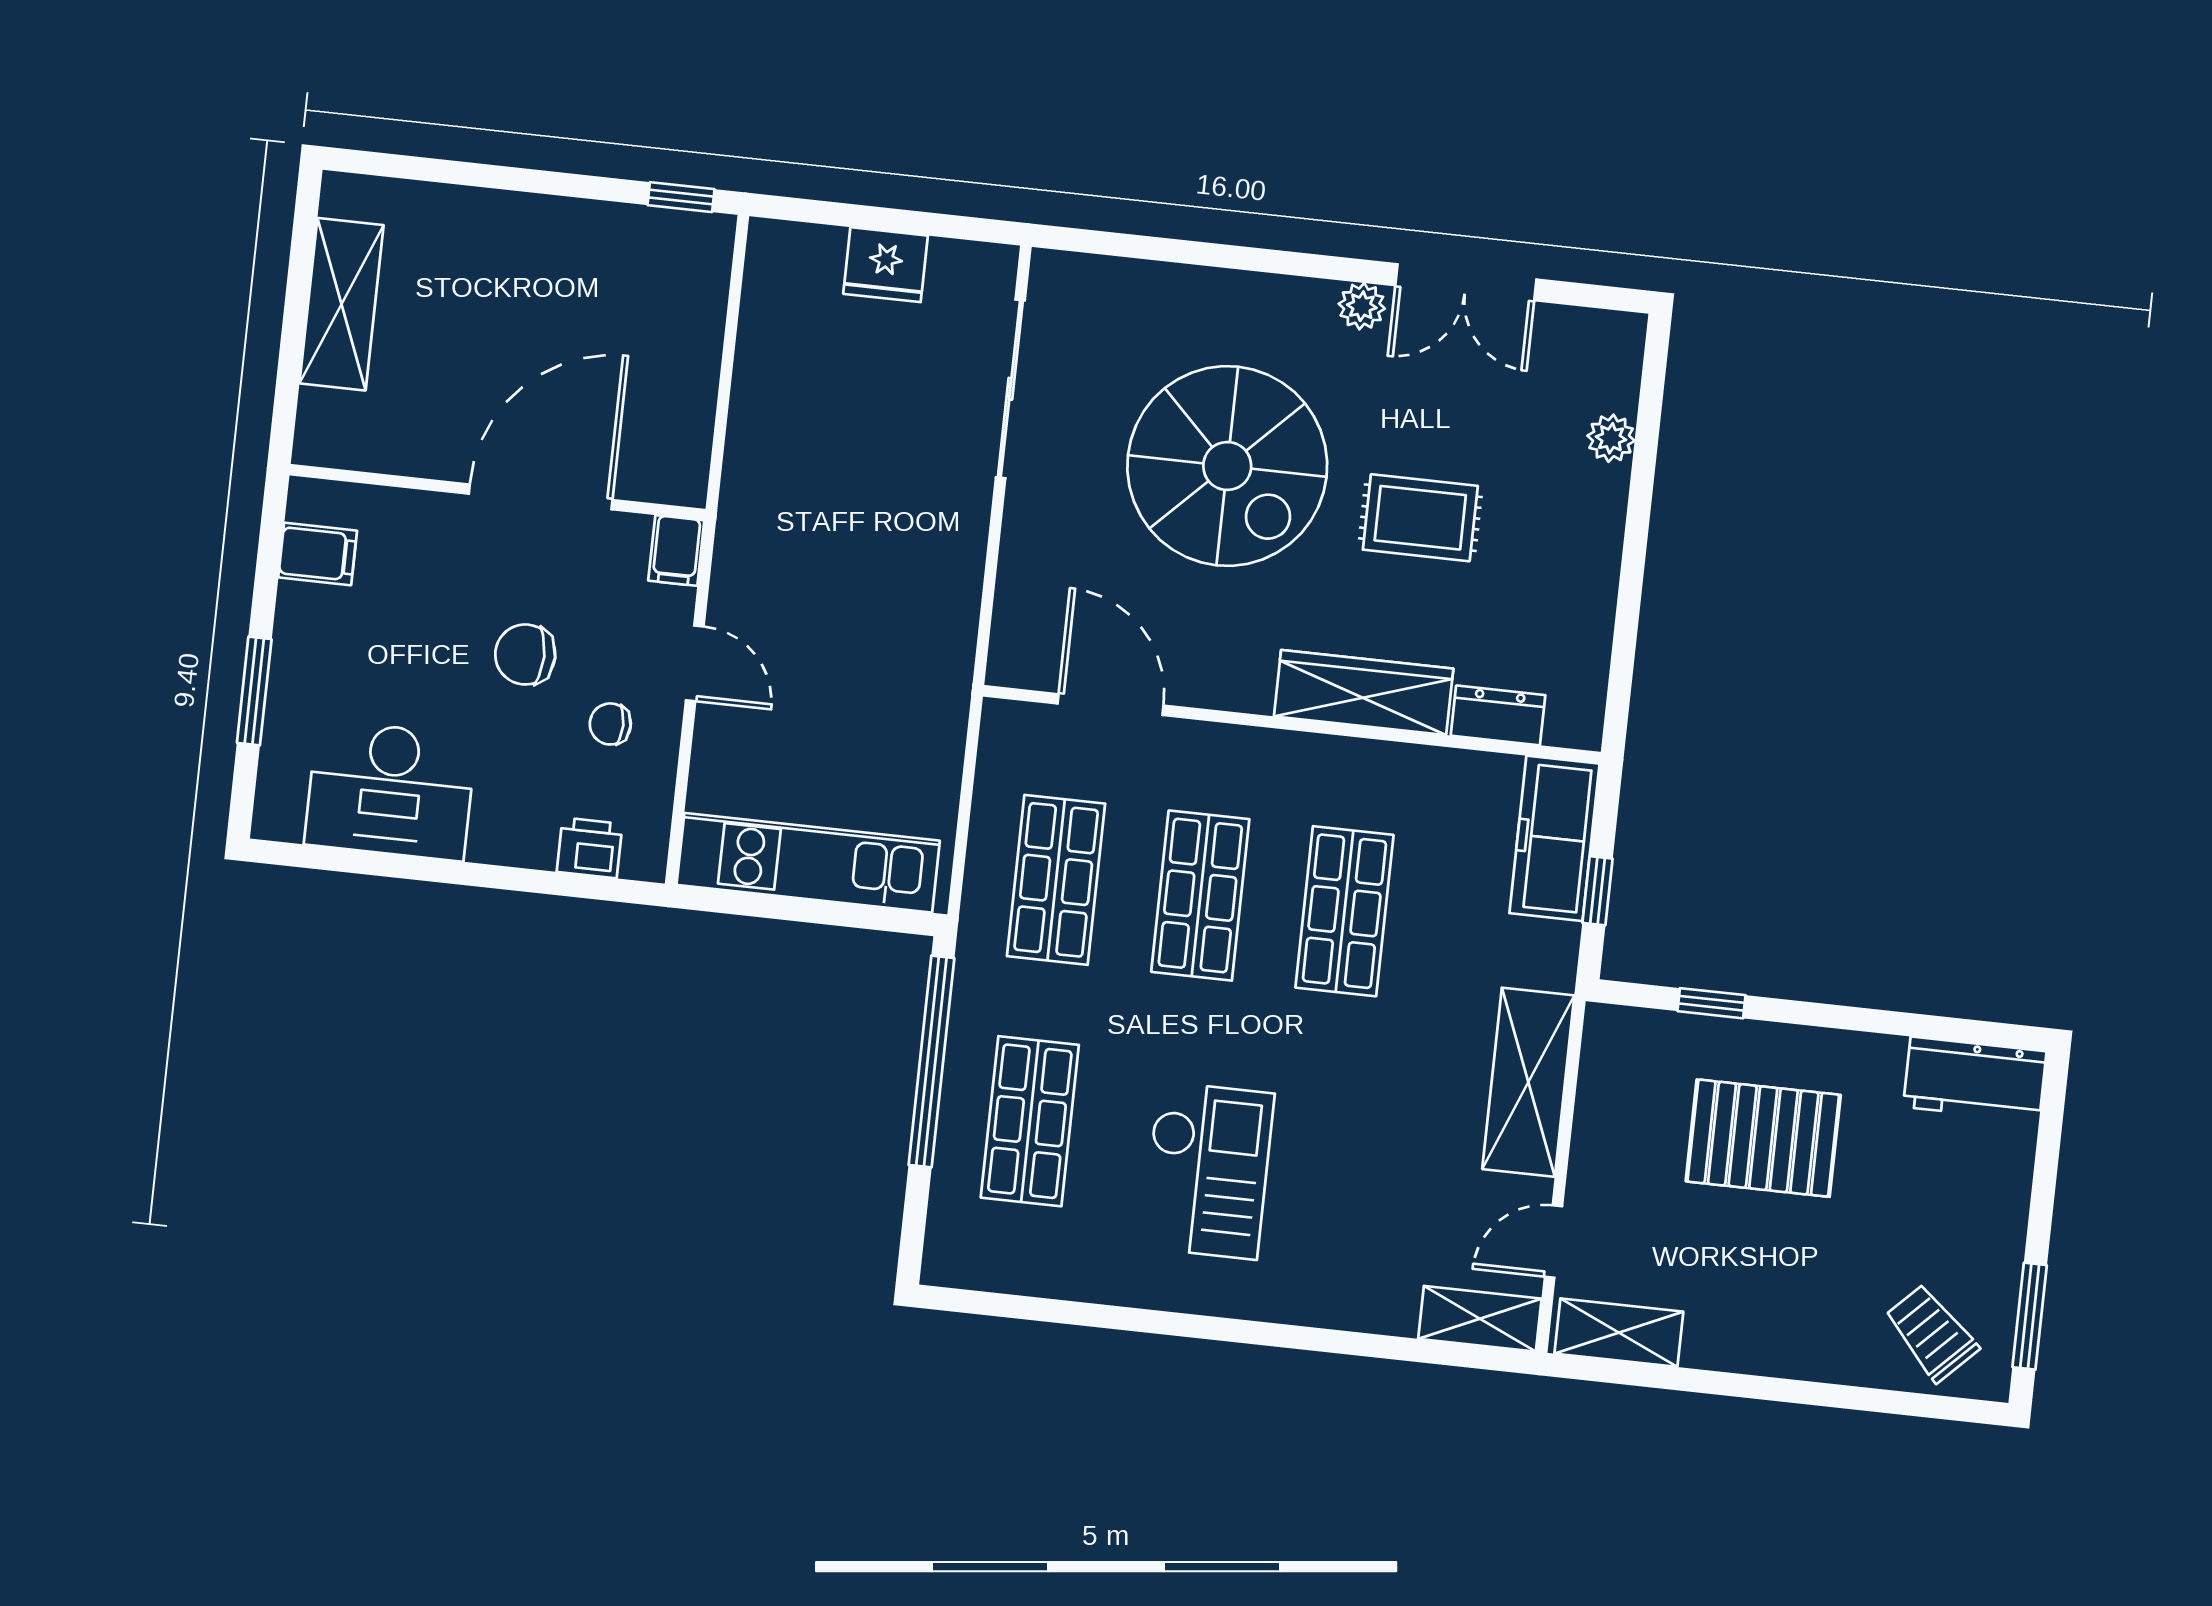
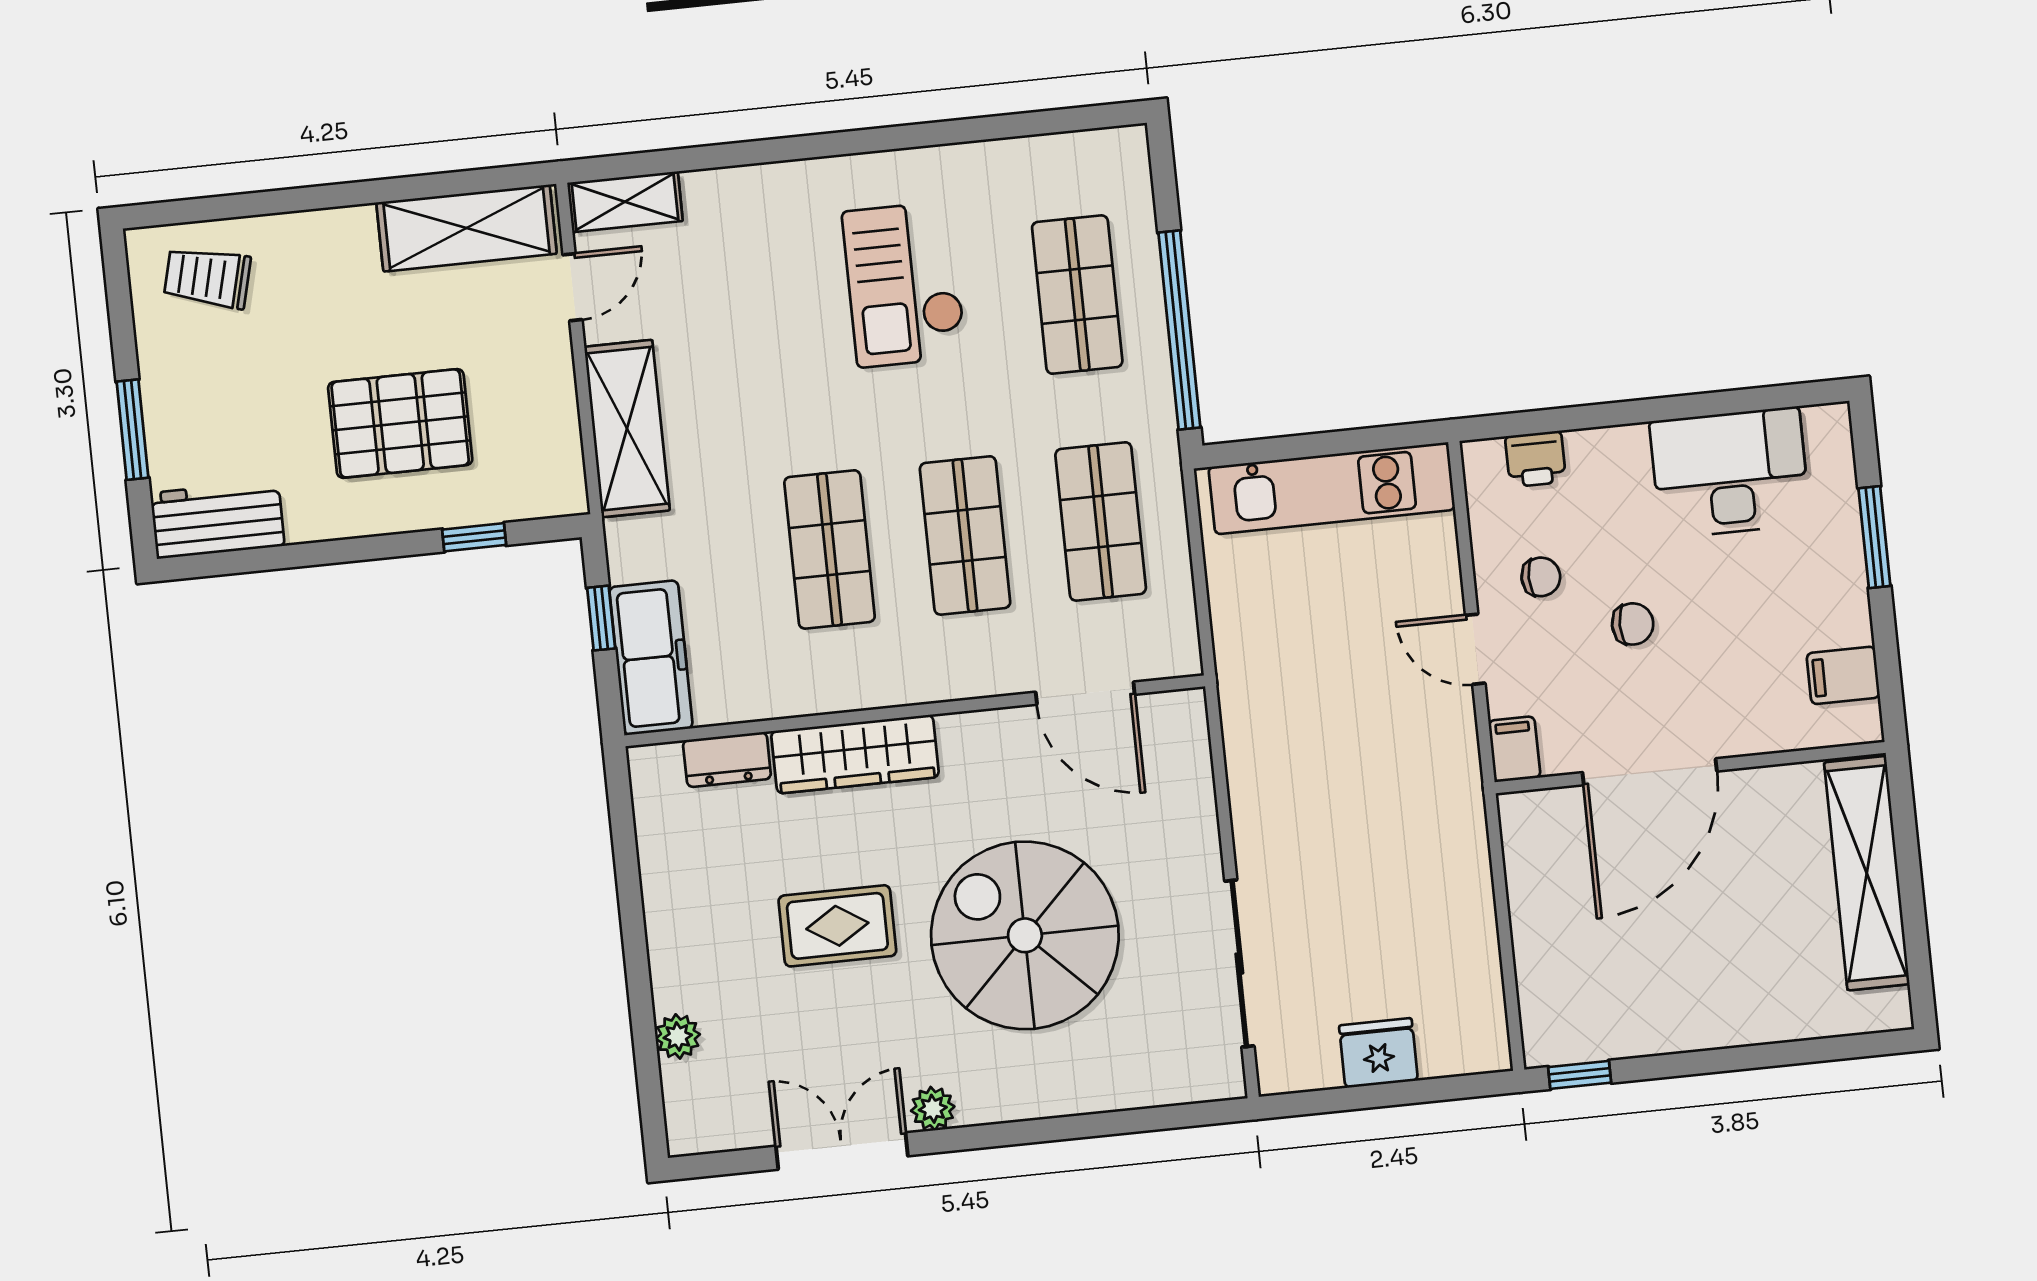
shelving: (341, 304) -> (1867, 873), width x1.47
chair: (525, 654) -> (1633, 624), width x0.73, depth x0.73
window: (2030, 1316) -> (132, 430), moved
shelving: (1619, 1333) -> (467, 228), width x1.50, depth x1.33
trolley: (1931, 1333) -> (207, 278), turned 149

